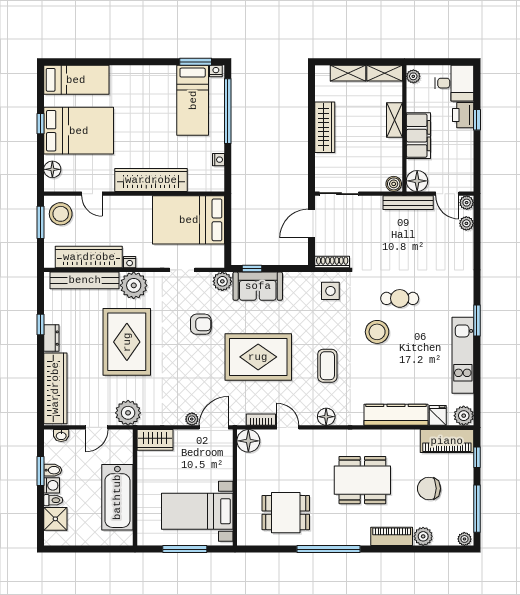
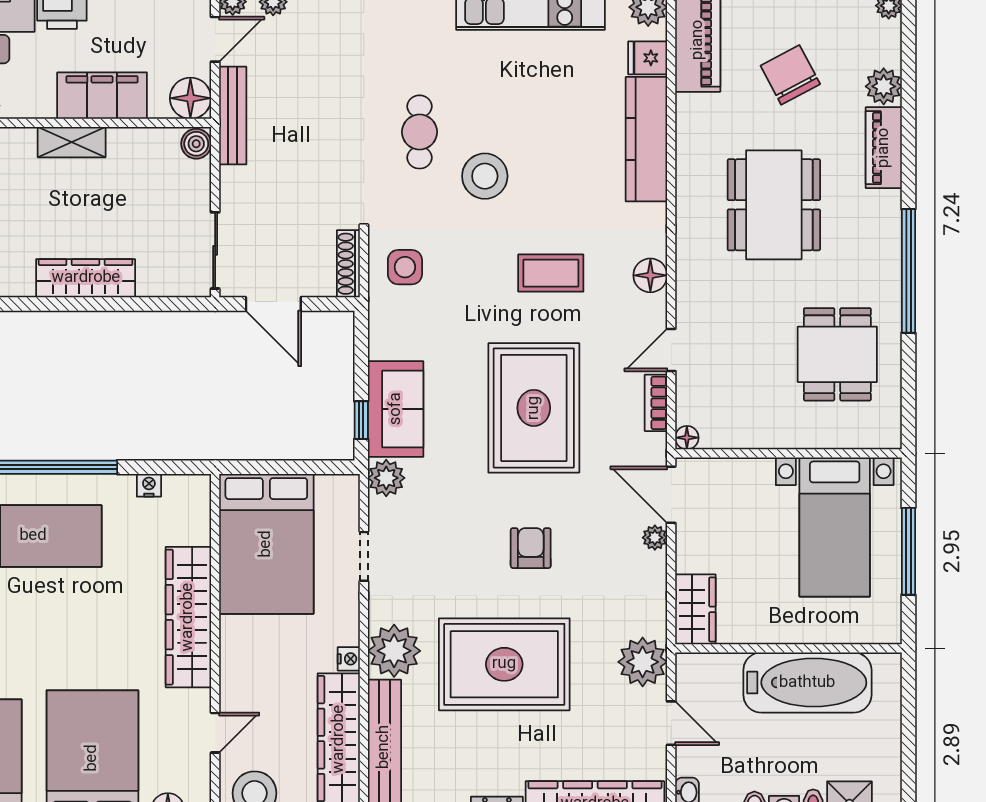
armchair: (201, 324) -> (531, 548), moved
floor lamp: (248, 441) -> (687, 438), width x0.53, depth x0.53
chair: (429, 488) -> (790, 75), turned 152

